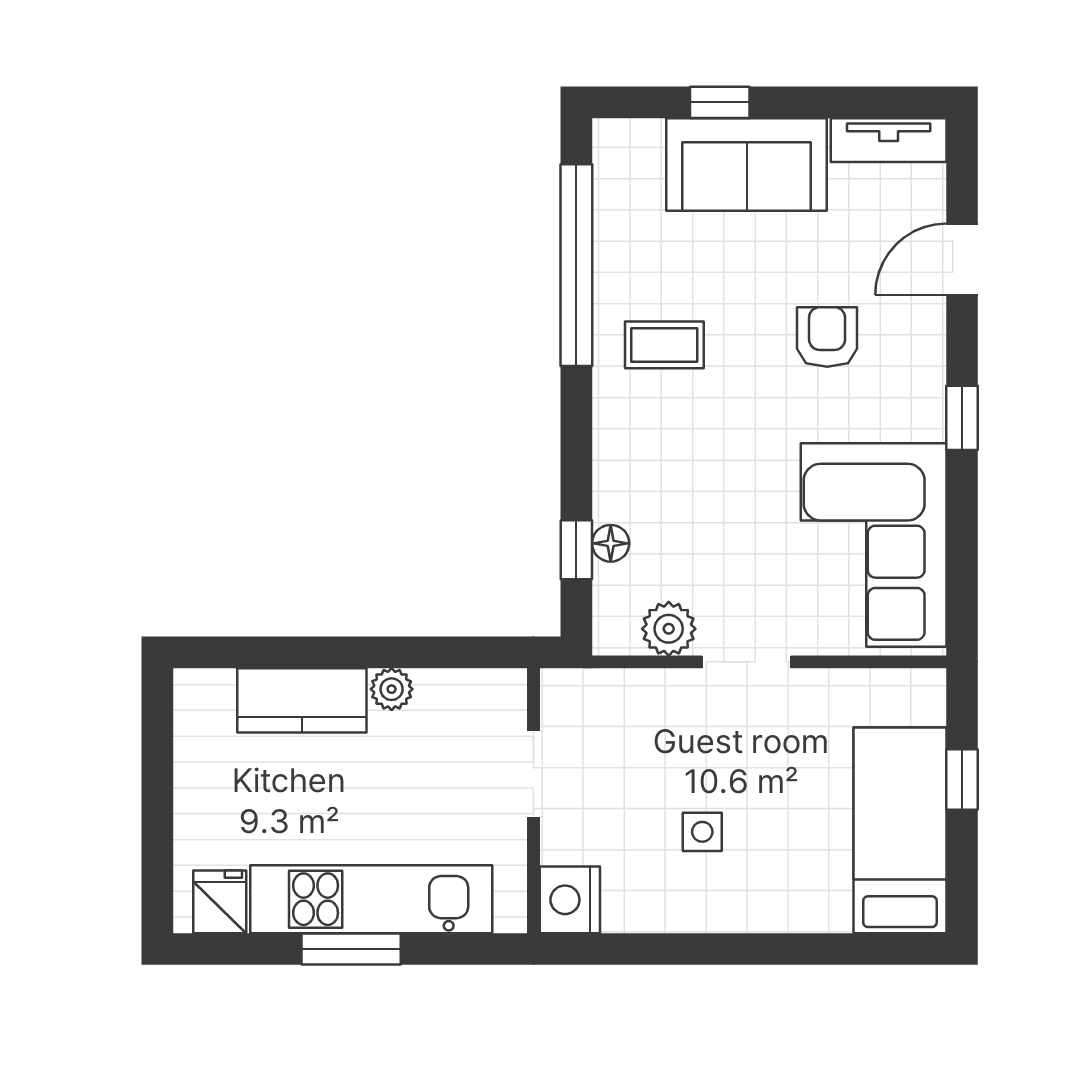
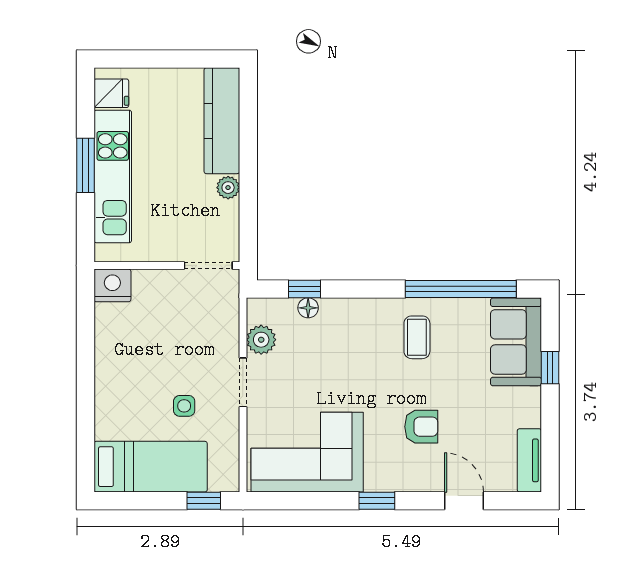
sofa: (747, 164) -> (516, 342), moved
kitchen counter: (302, 700) -> (222, 121), width x1.50
doorway: (533, 774) -> (208, 265), moved
window: (962, 780) -> (204, 501), moved
side table: (702, 832) -> (184, 406), moved

